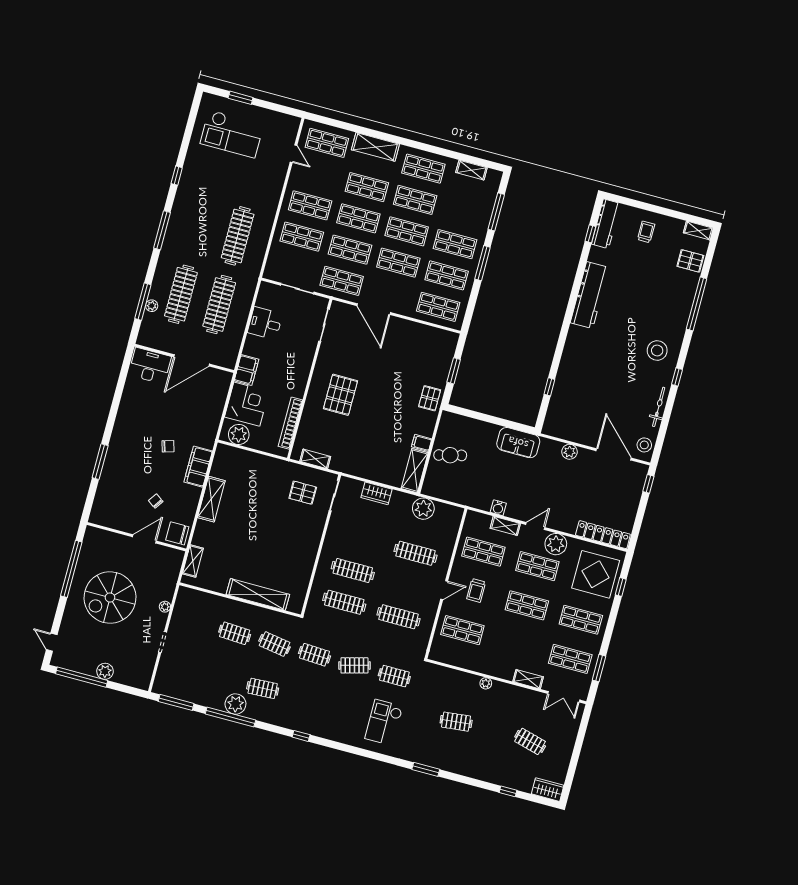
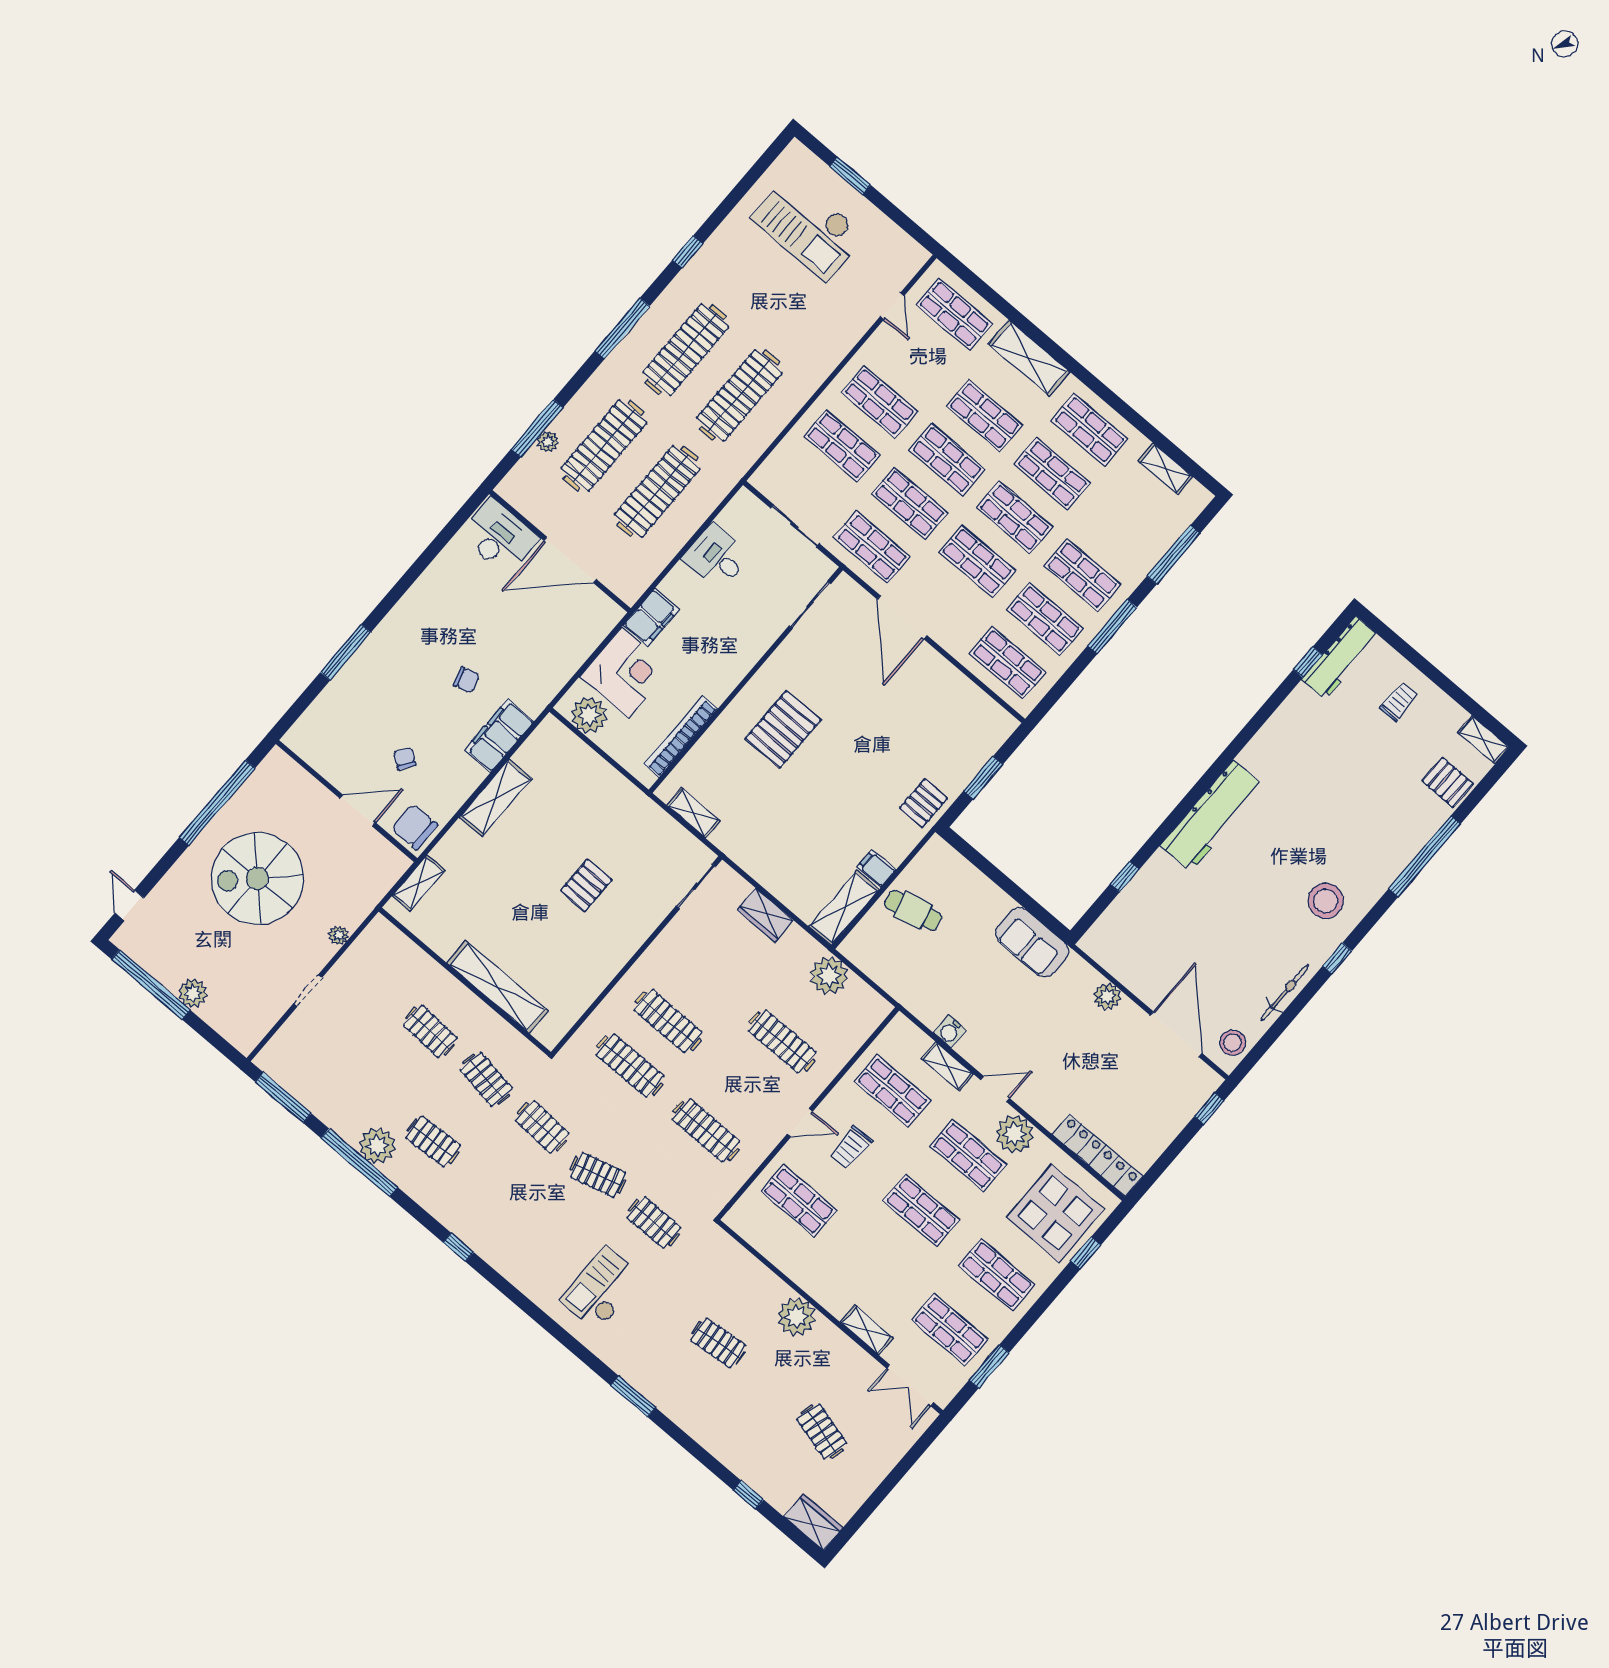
clothes rail: (199, 226) -> (686, 350), added
workbench: (590, 295) -> (1212, 816), moved
pallet: (303, 493) -> (586, 885), moved, turned 90
plant: (486, 683) -> (796, 1317), width x1.88, depth x1.88

